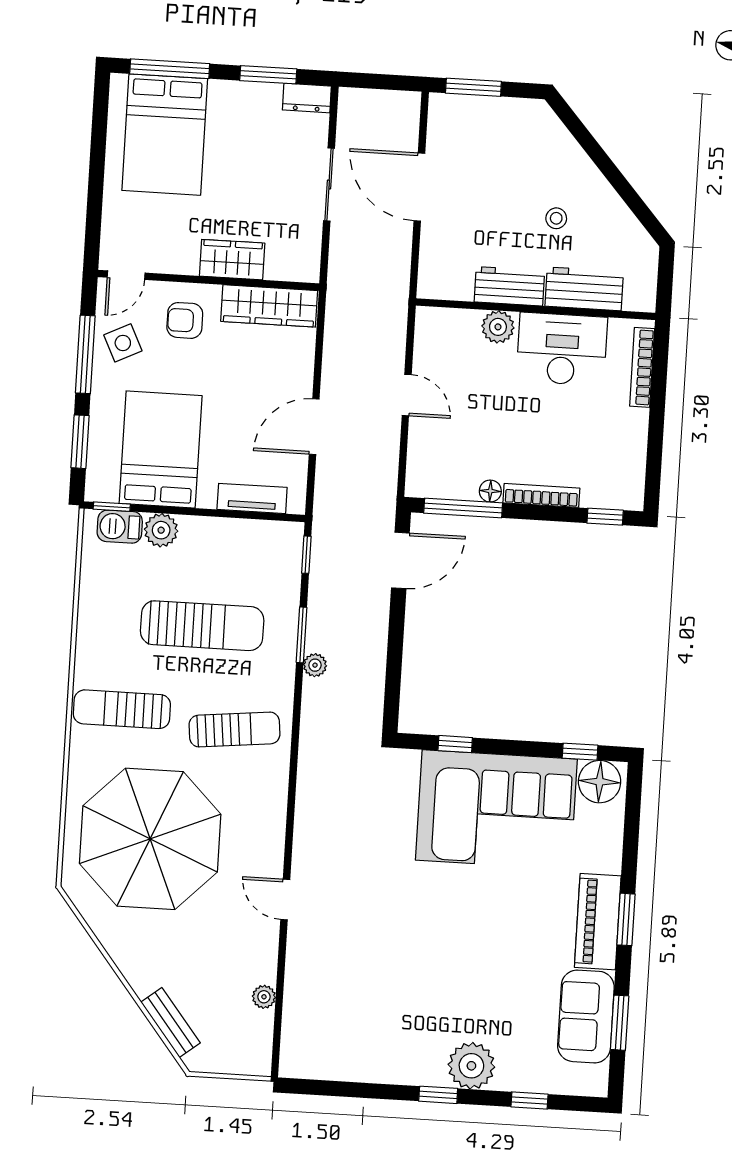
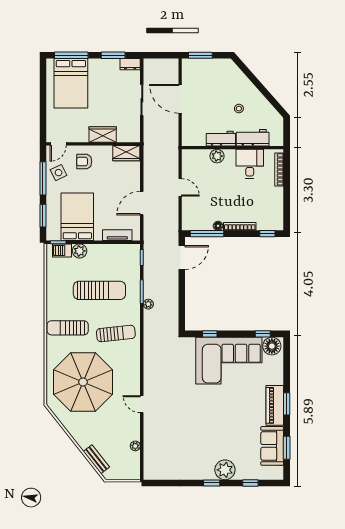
wardrobe: (269, 306) -> (126, 153), width x0.67
desk: (562, 349) -> (250, 164), width x0.73

